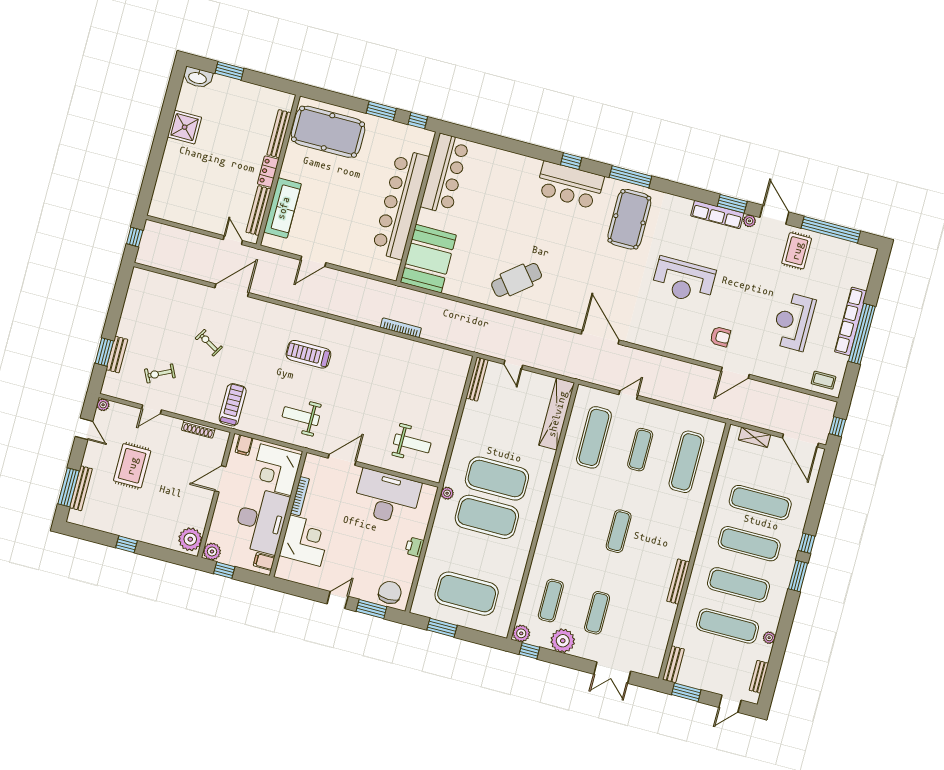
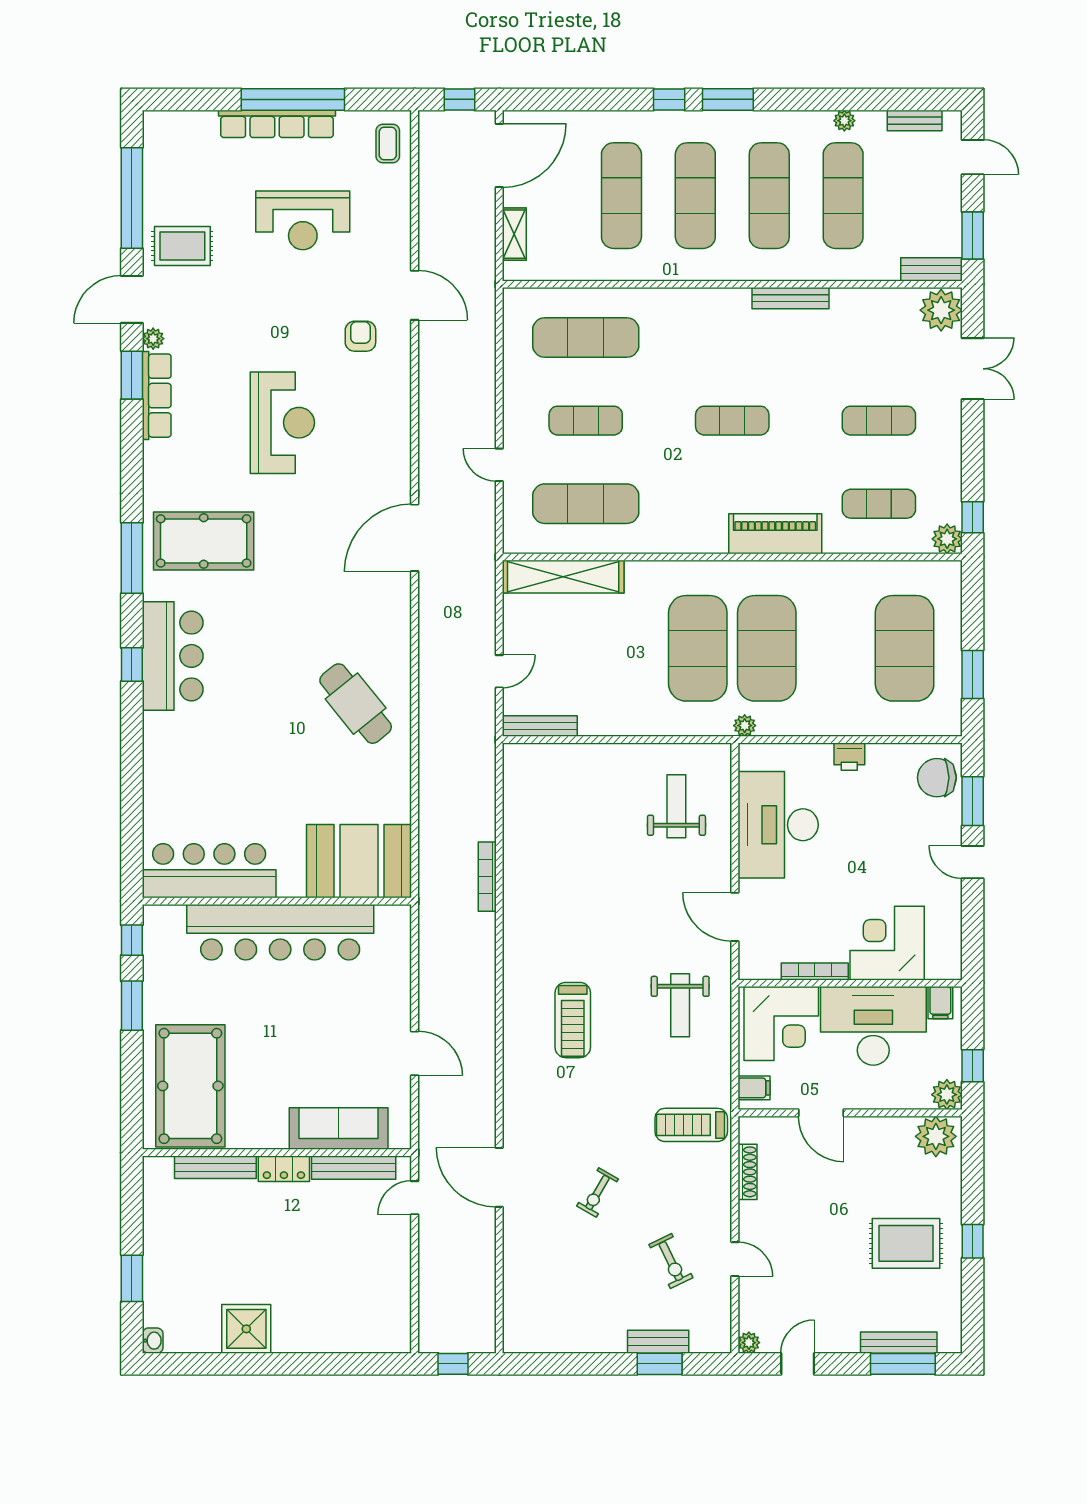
washbasin: (198, 78) -> (153, 1341), width x0.52, depth x0.69
rug: (132, 466) -> (906, 1243), moved
piano: (549, 538) -> (775, 534), added
plant: (563, 641) -> (941, 310), moved

